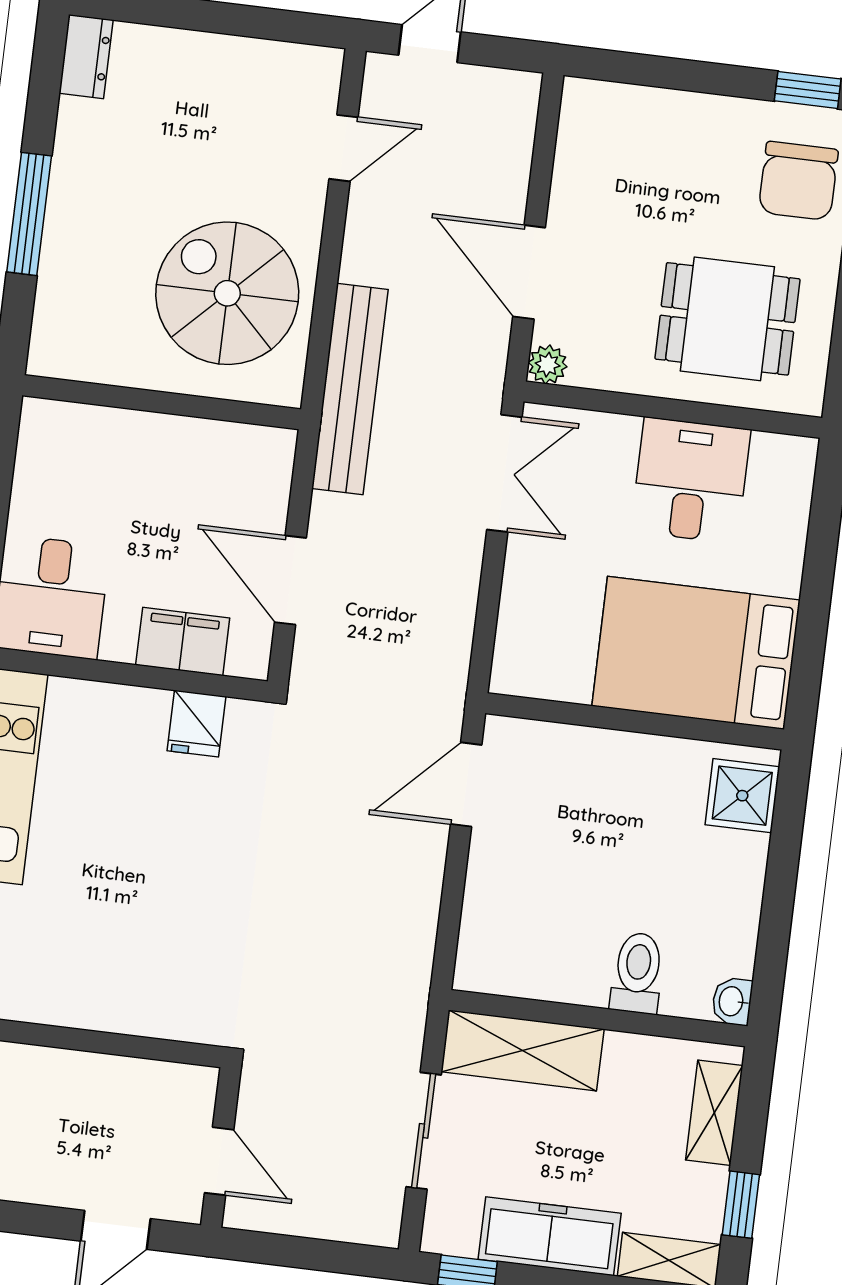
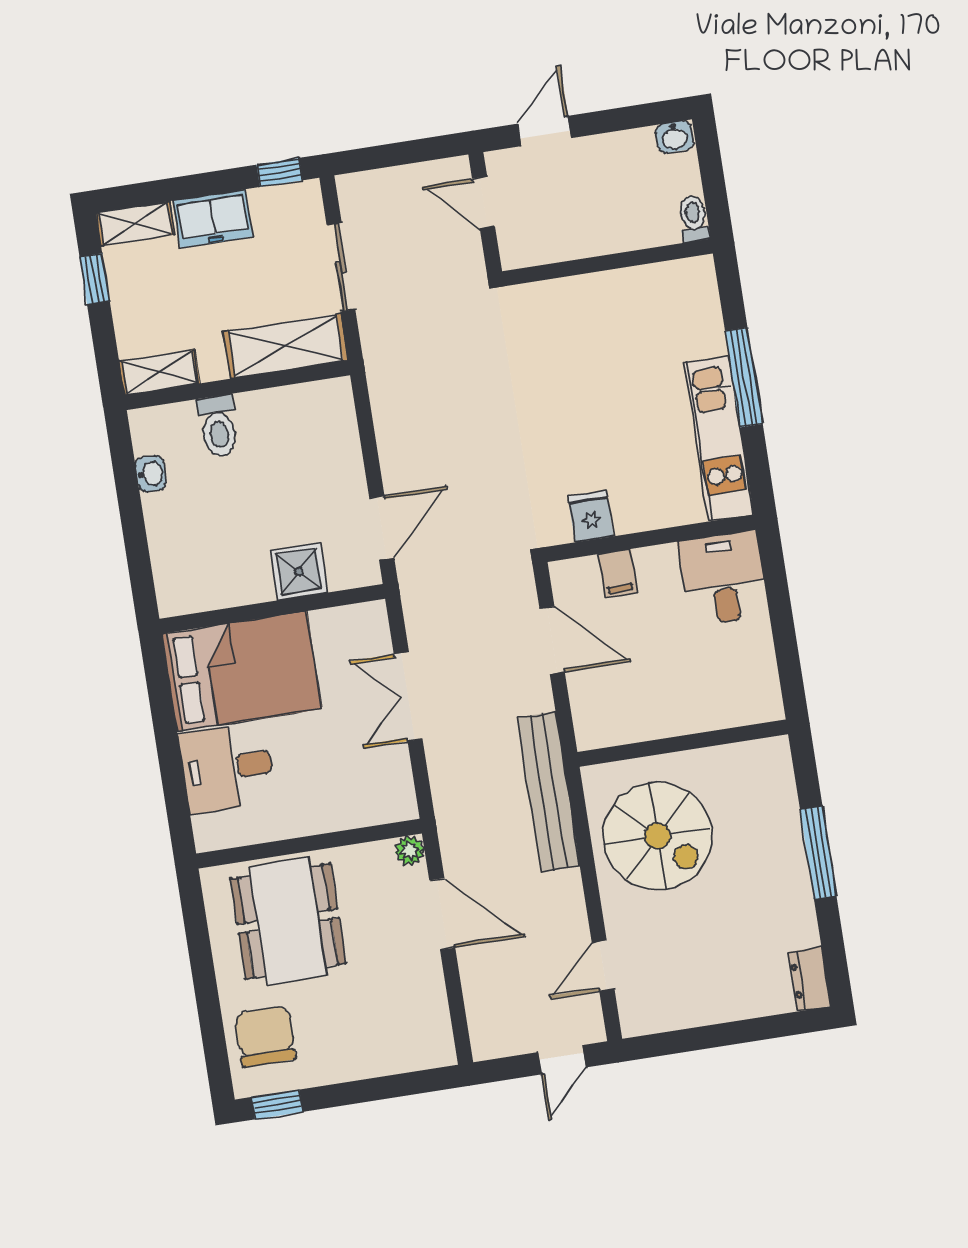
dining table: (727, 319) -> (288, 921), width x1.37
double door: (504, 473) -> (408, 697), moved
desk: (691, 480) -> (227, 768), moved, turned 90
filing cabinet: (183, 641) -> (618, 573), width x0.50
shower: (742, 796) -> (299, 571), moved
washbasin: (732, 1001) -> (151, 474), moved
shelving: (714, 1113) -> (159, 372), moved, turned 90
freezer: (550, 1236) -> (213, 219), width x0.71

